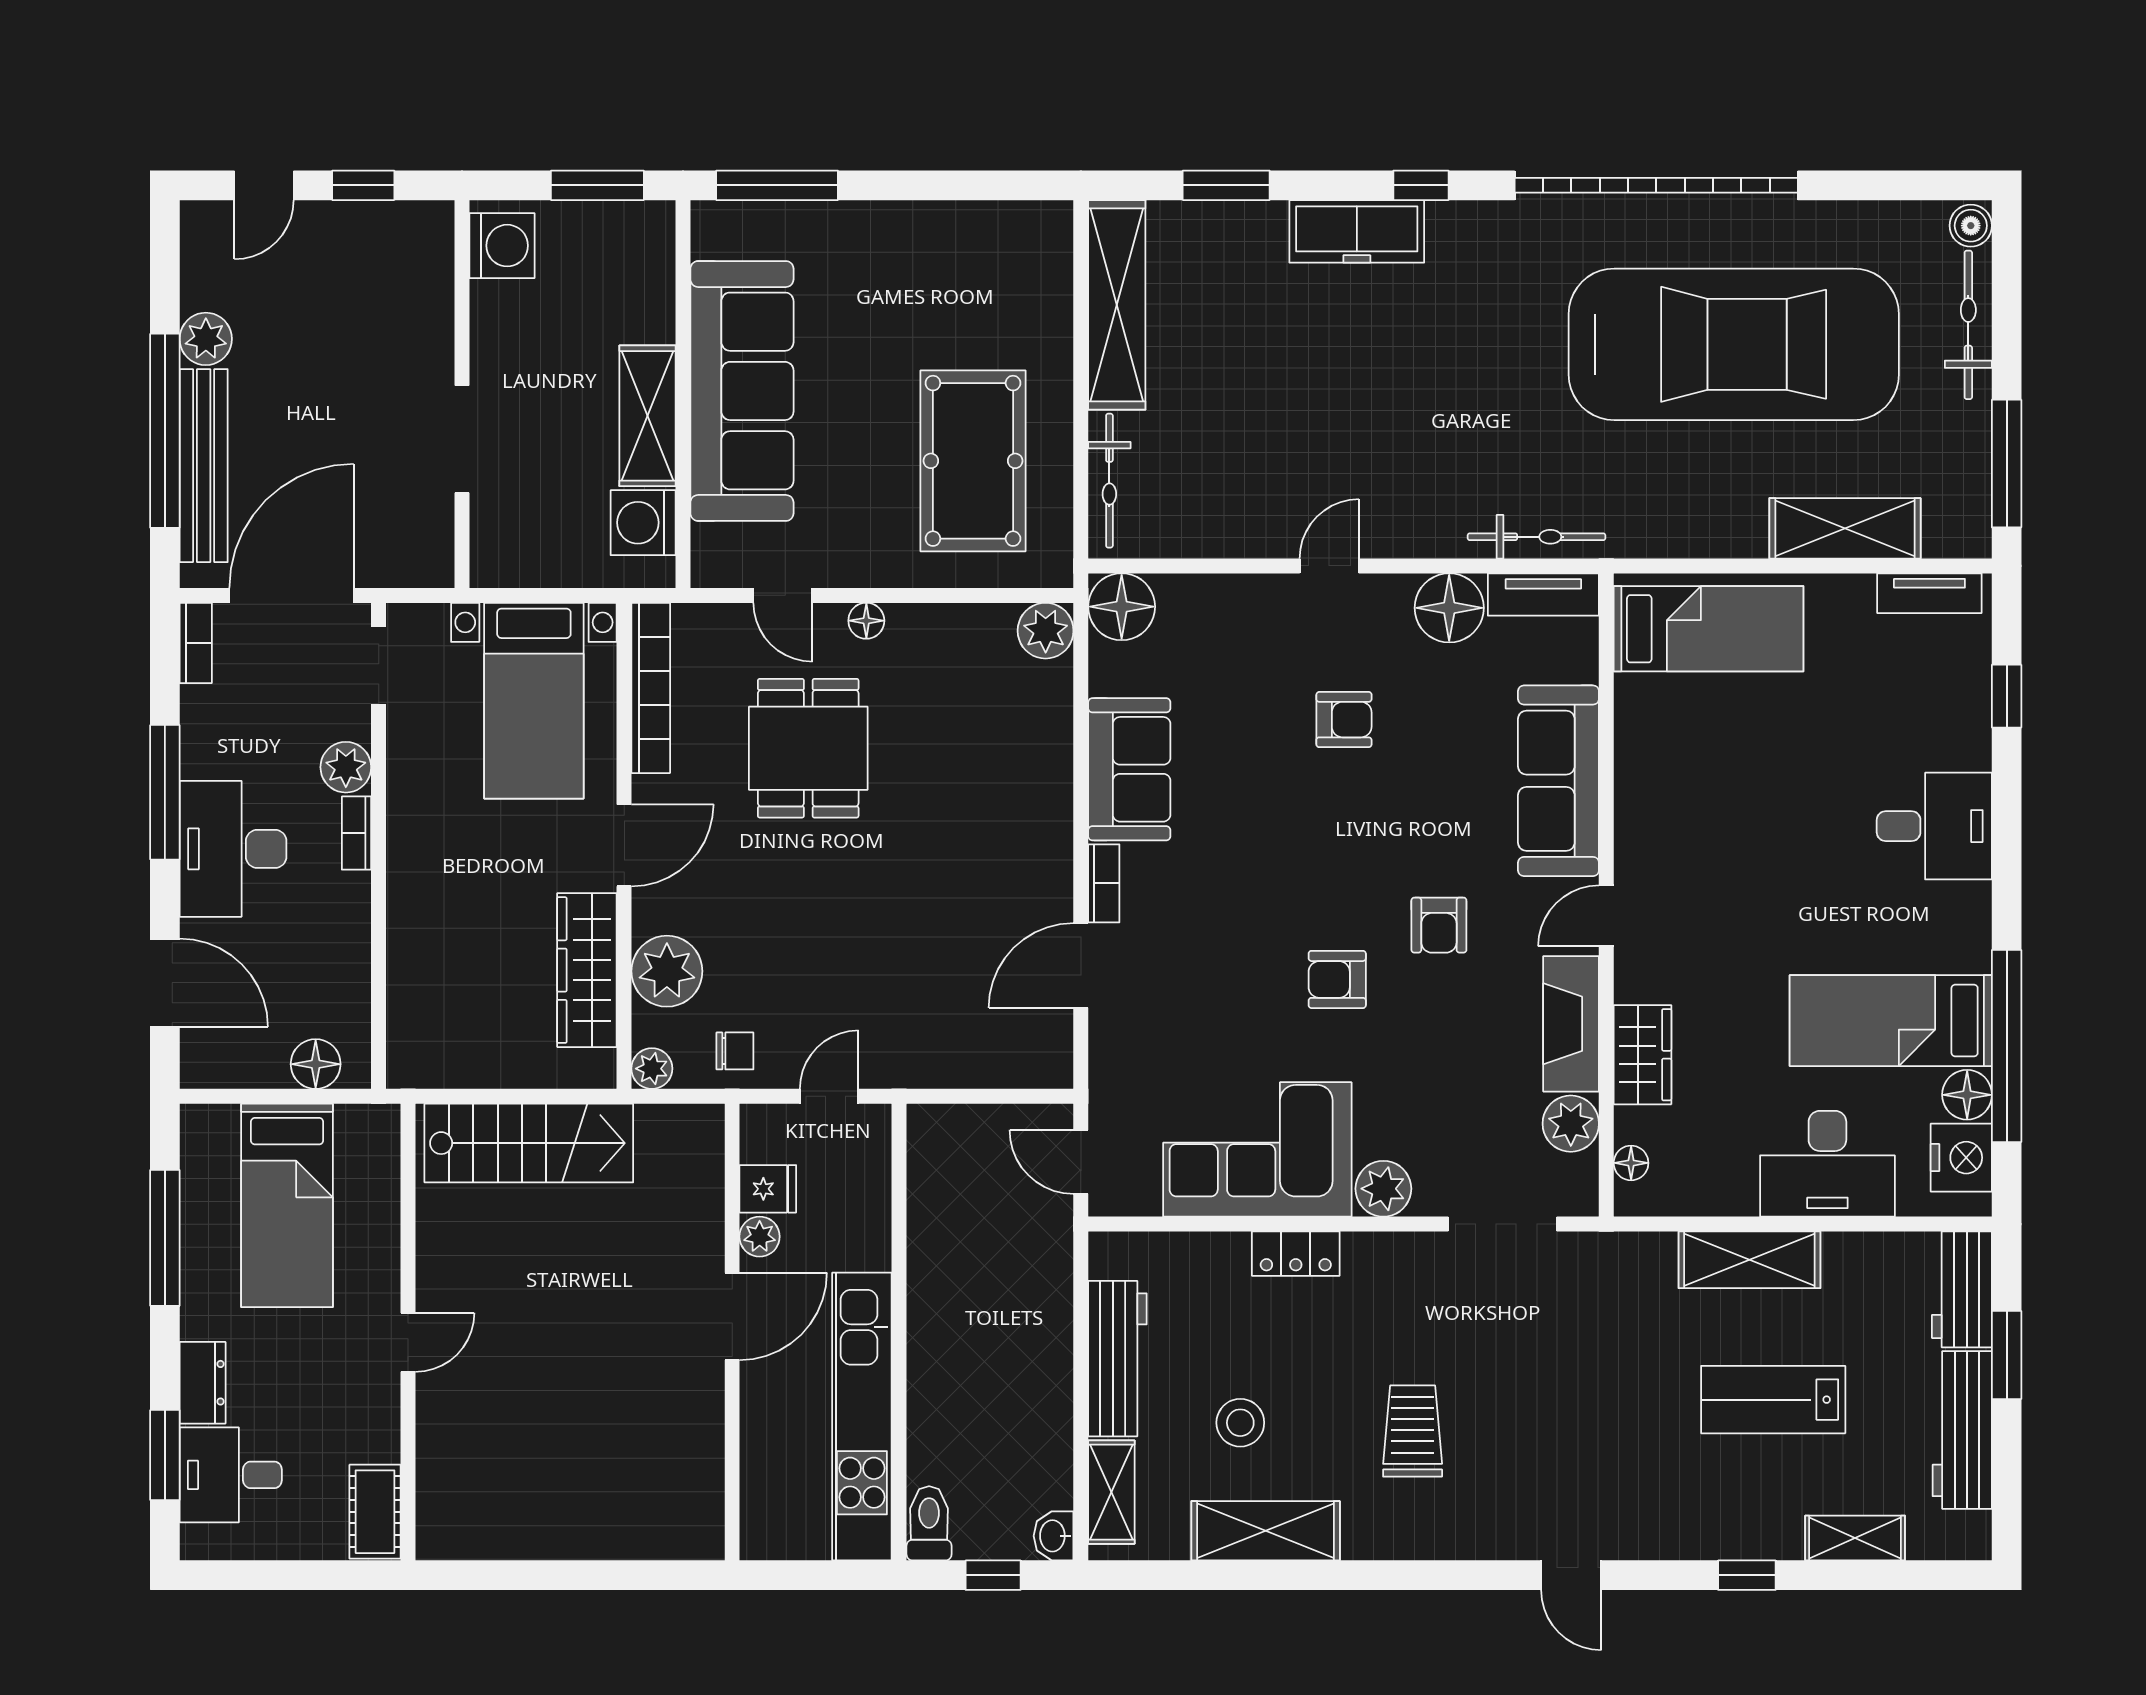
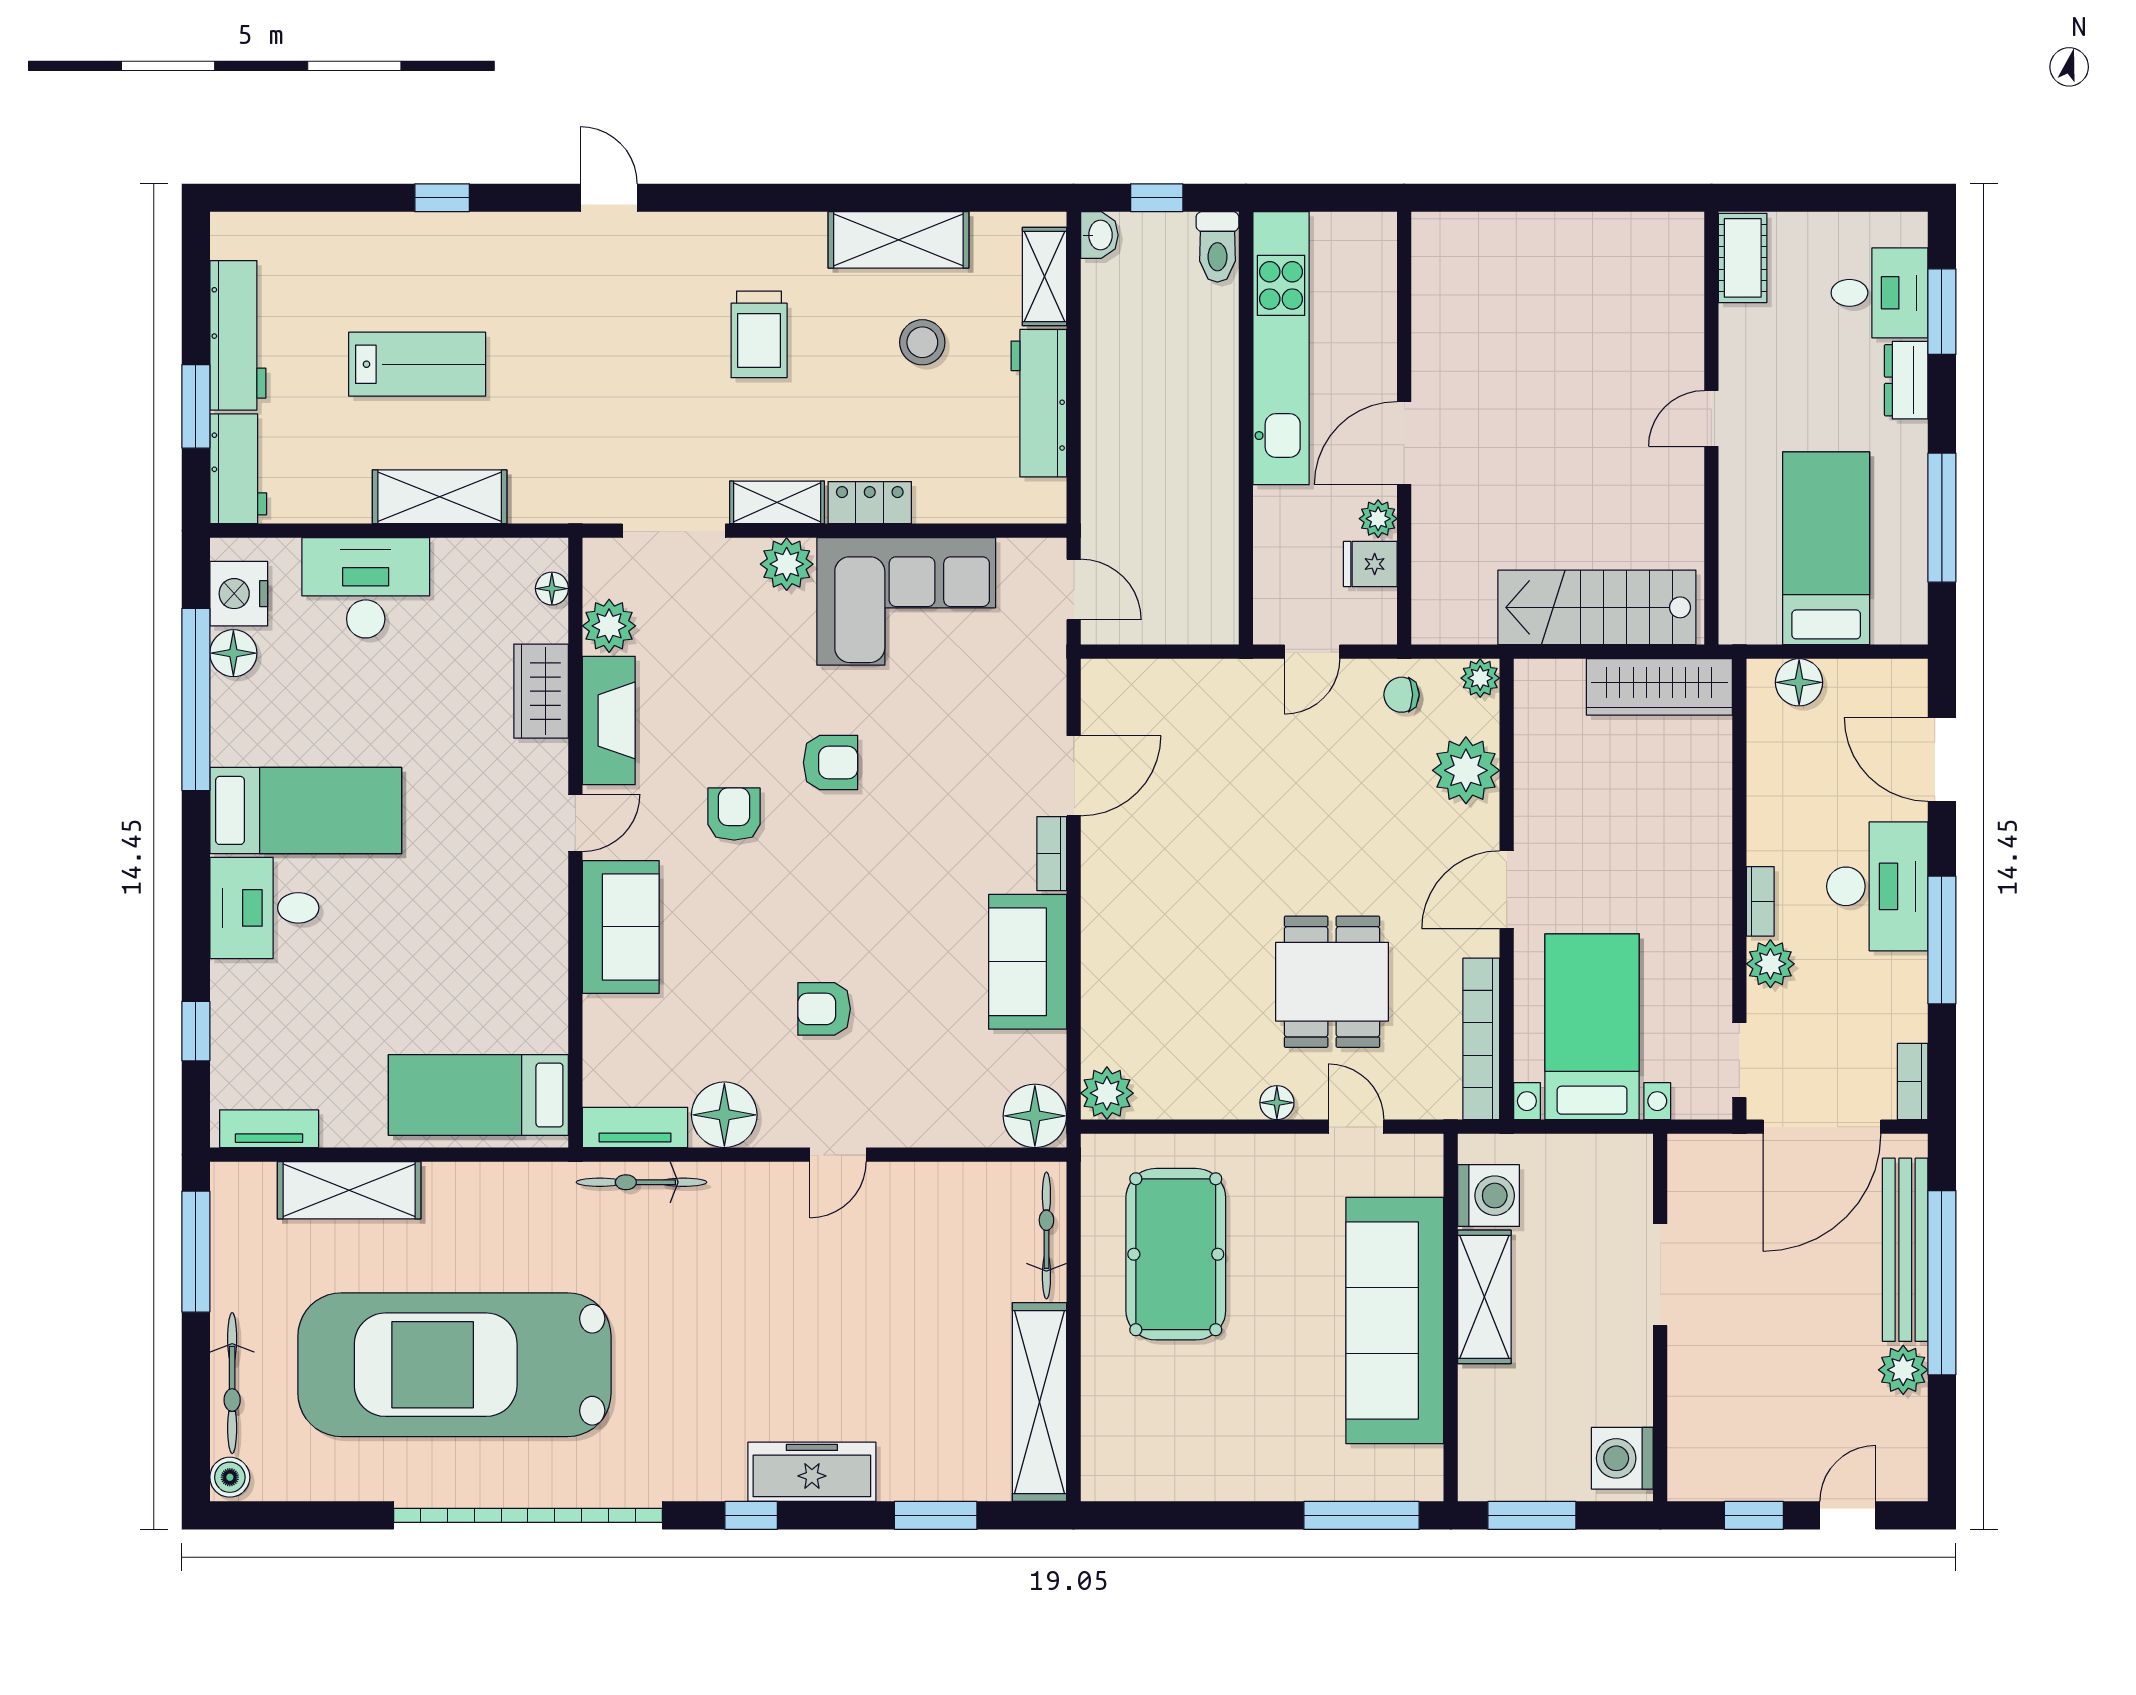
sofa: (1558, 781) -> (621, 927), width x0.73
wardrobe: (587, 970) -> (1659, 687), moved, turned 90
bed: (1891, 1021) -> (306, 810), moved
shelving: (1855, 1538) -> (777, 502), moved

